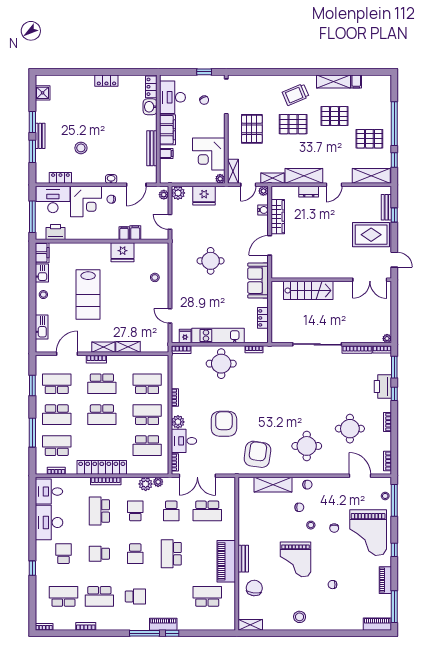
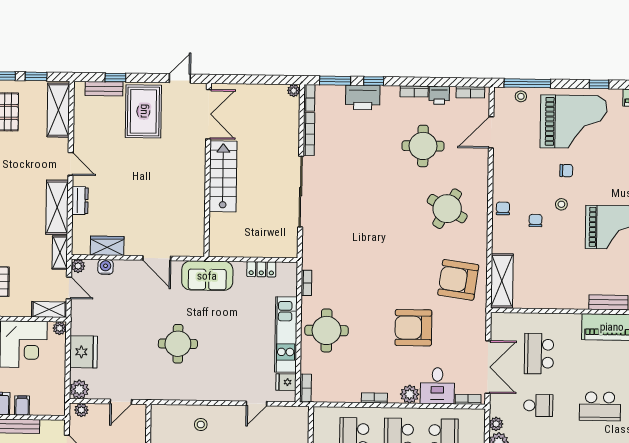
wardrobe: (278, 217) -> (107, 246), width x0.67
stairs: (308, 290) -> (223, 176), moved
printer: (385, 439) -> (439, 95), added
round table: (307, 446) -> (447, 209), turned 30
shelving: (273, 485) -> (502, 281), moved
school desk: (207, 511) -> (539, 354), turned 180

